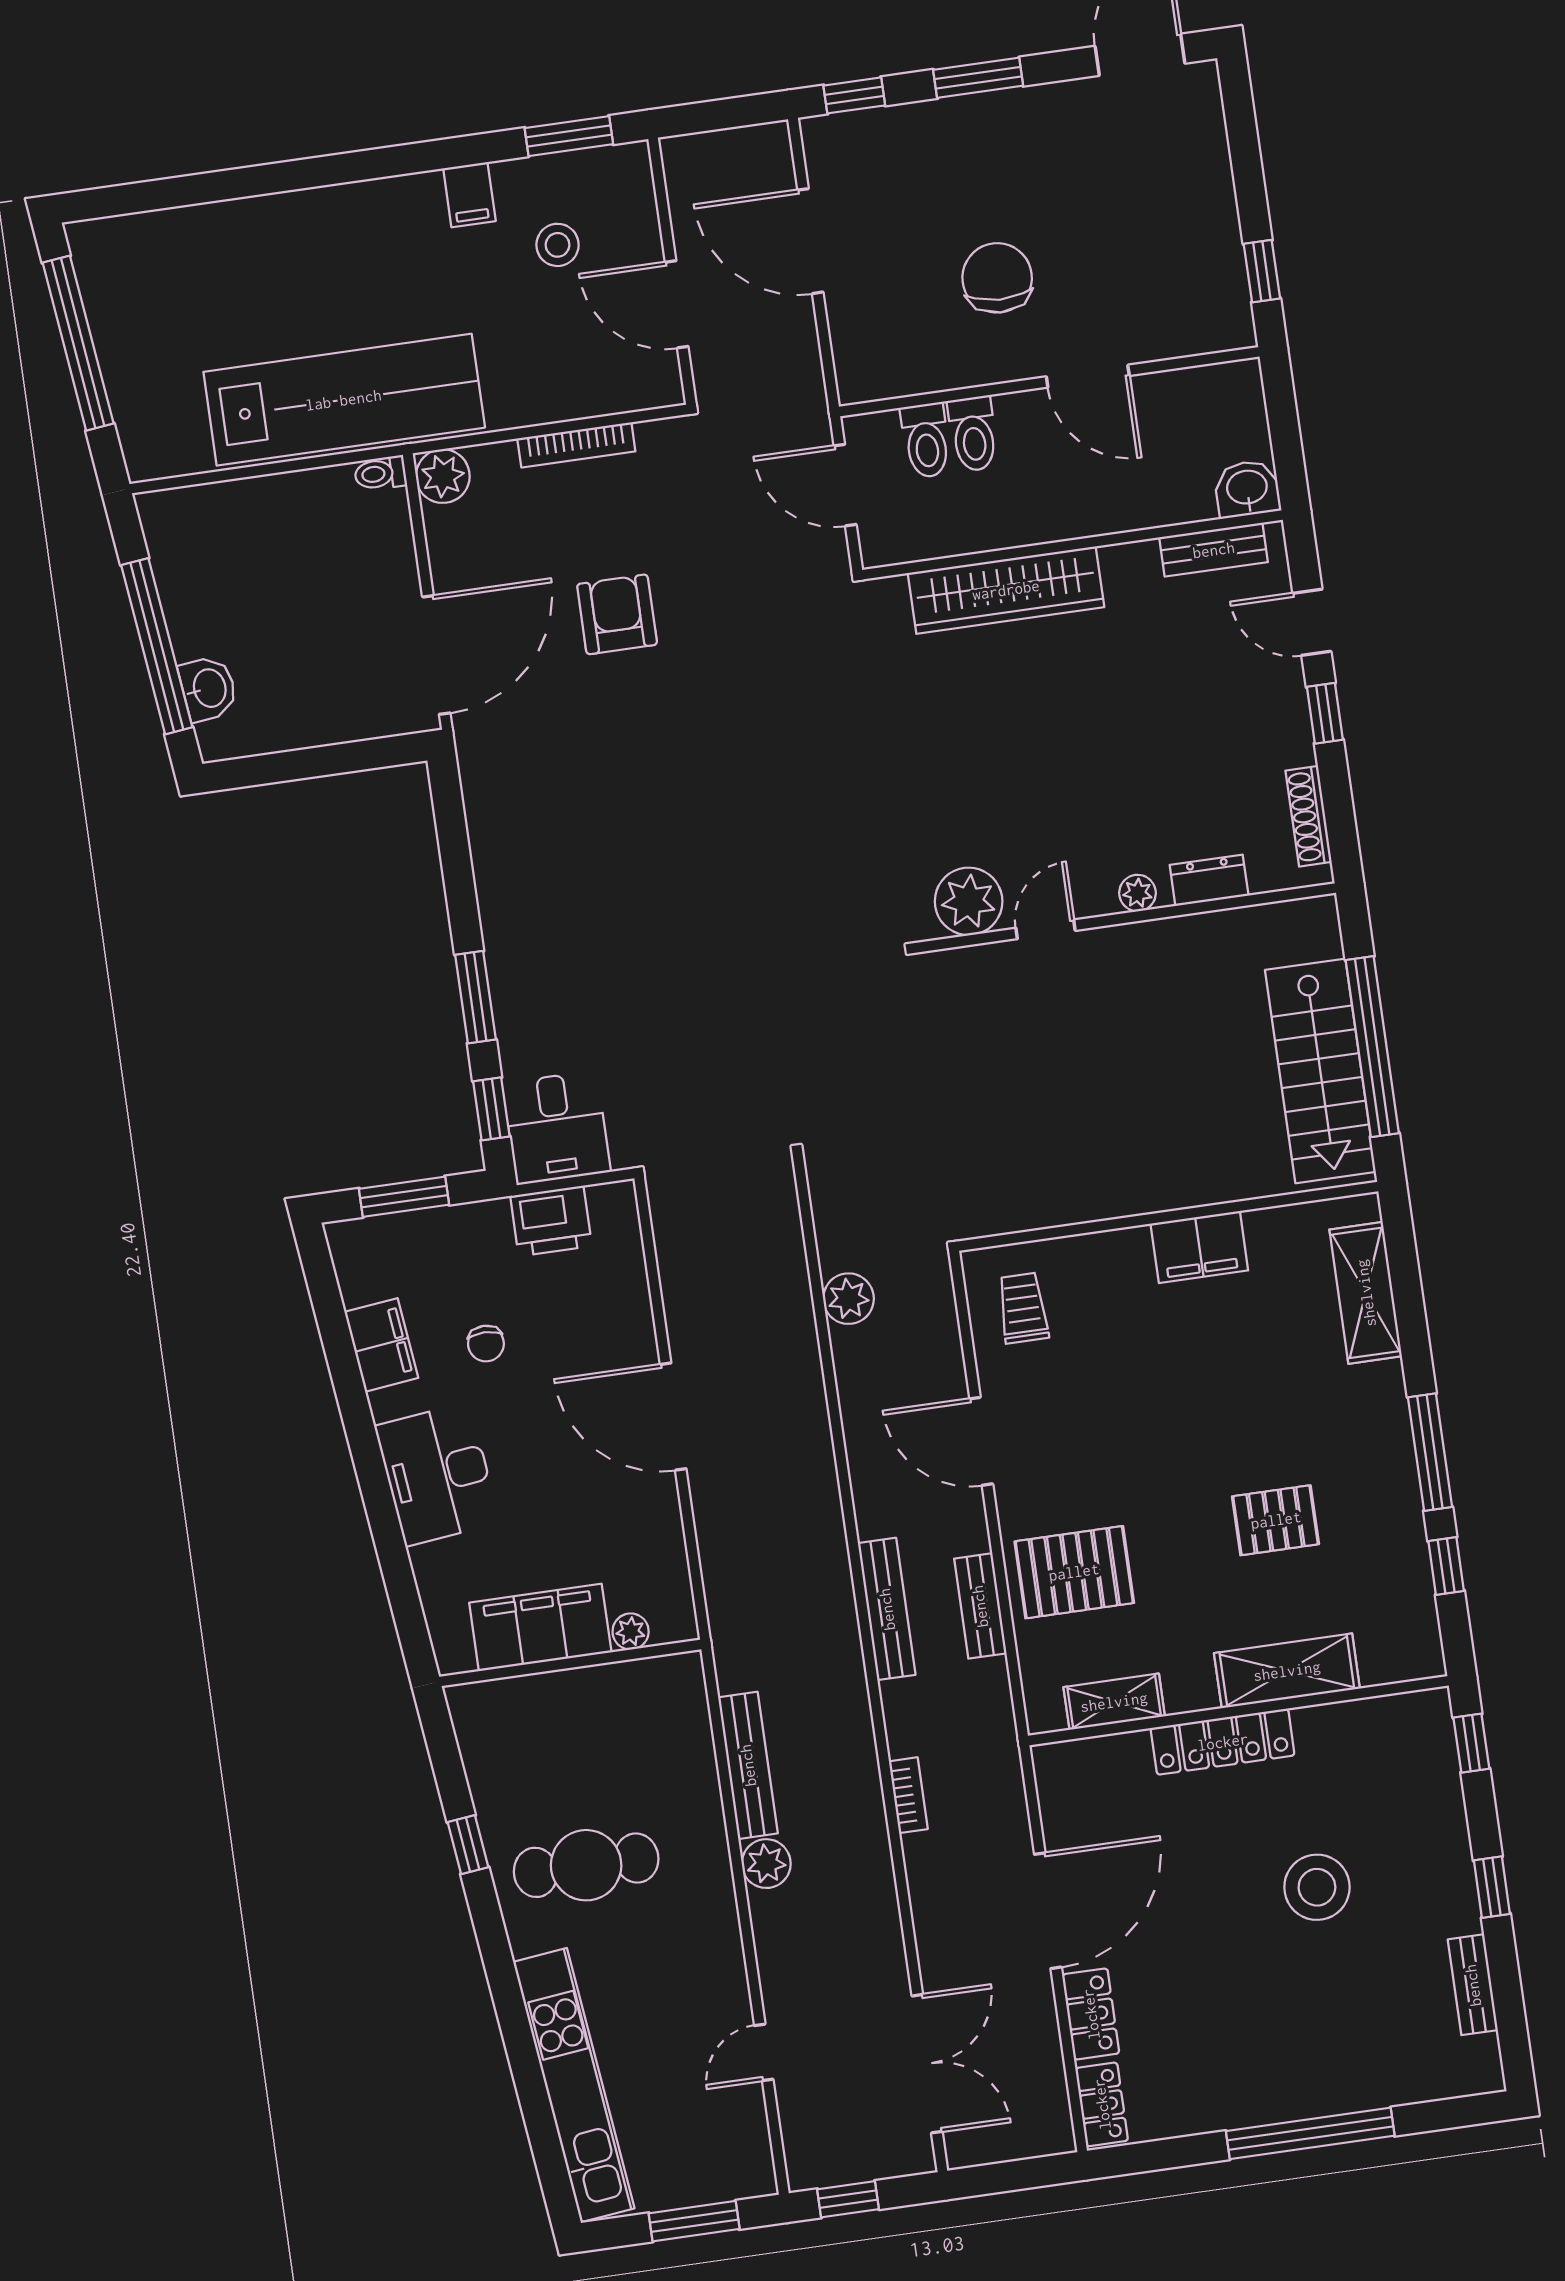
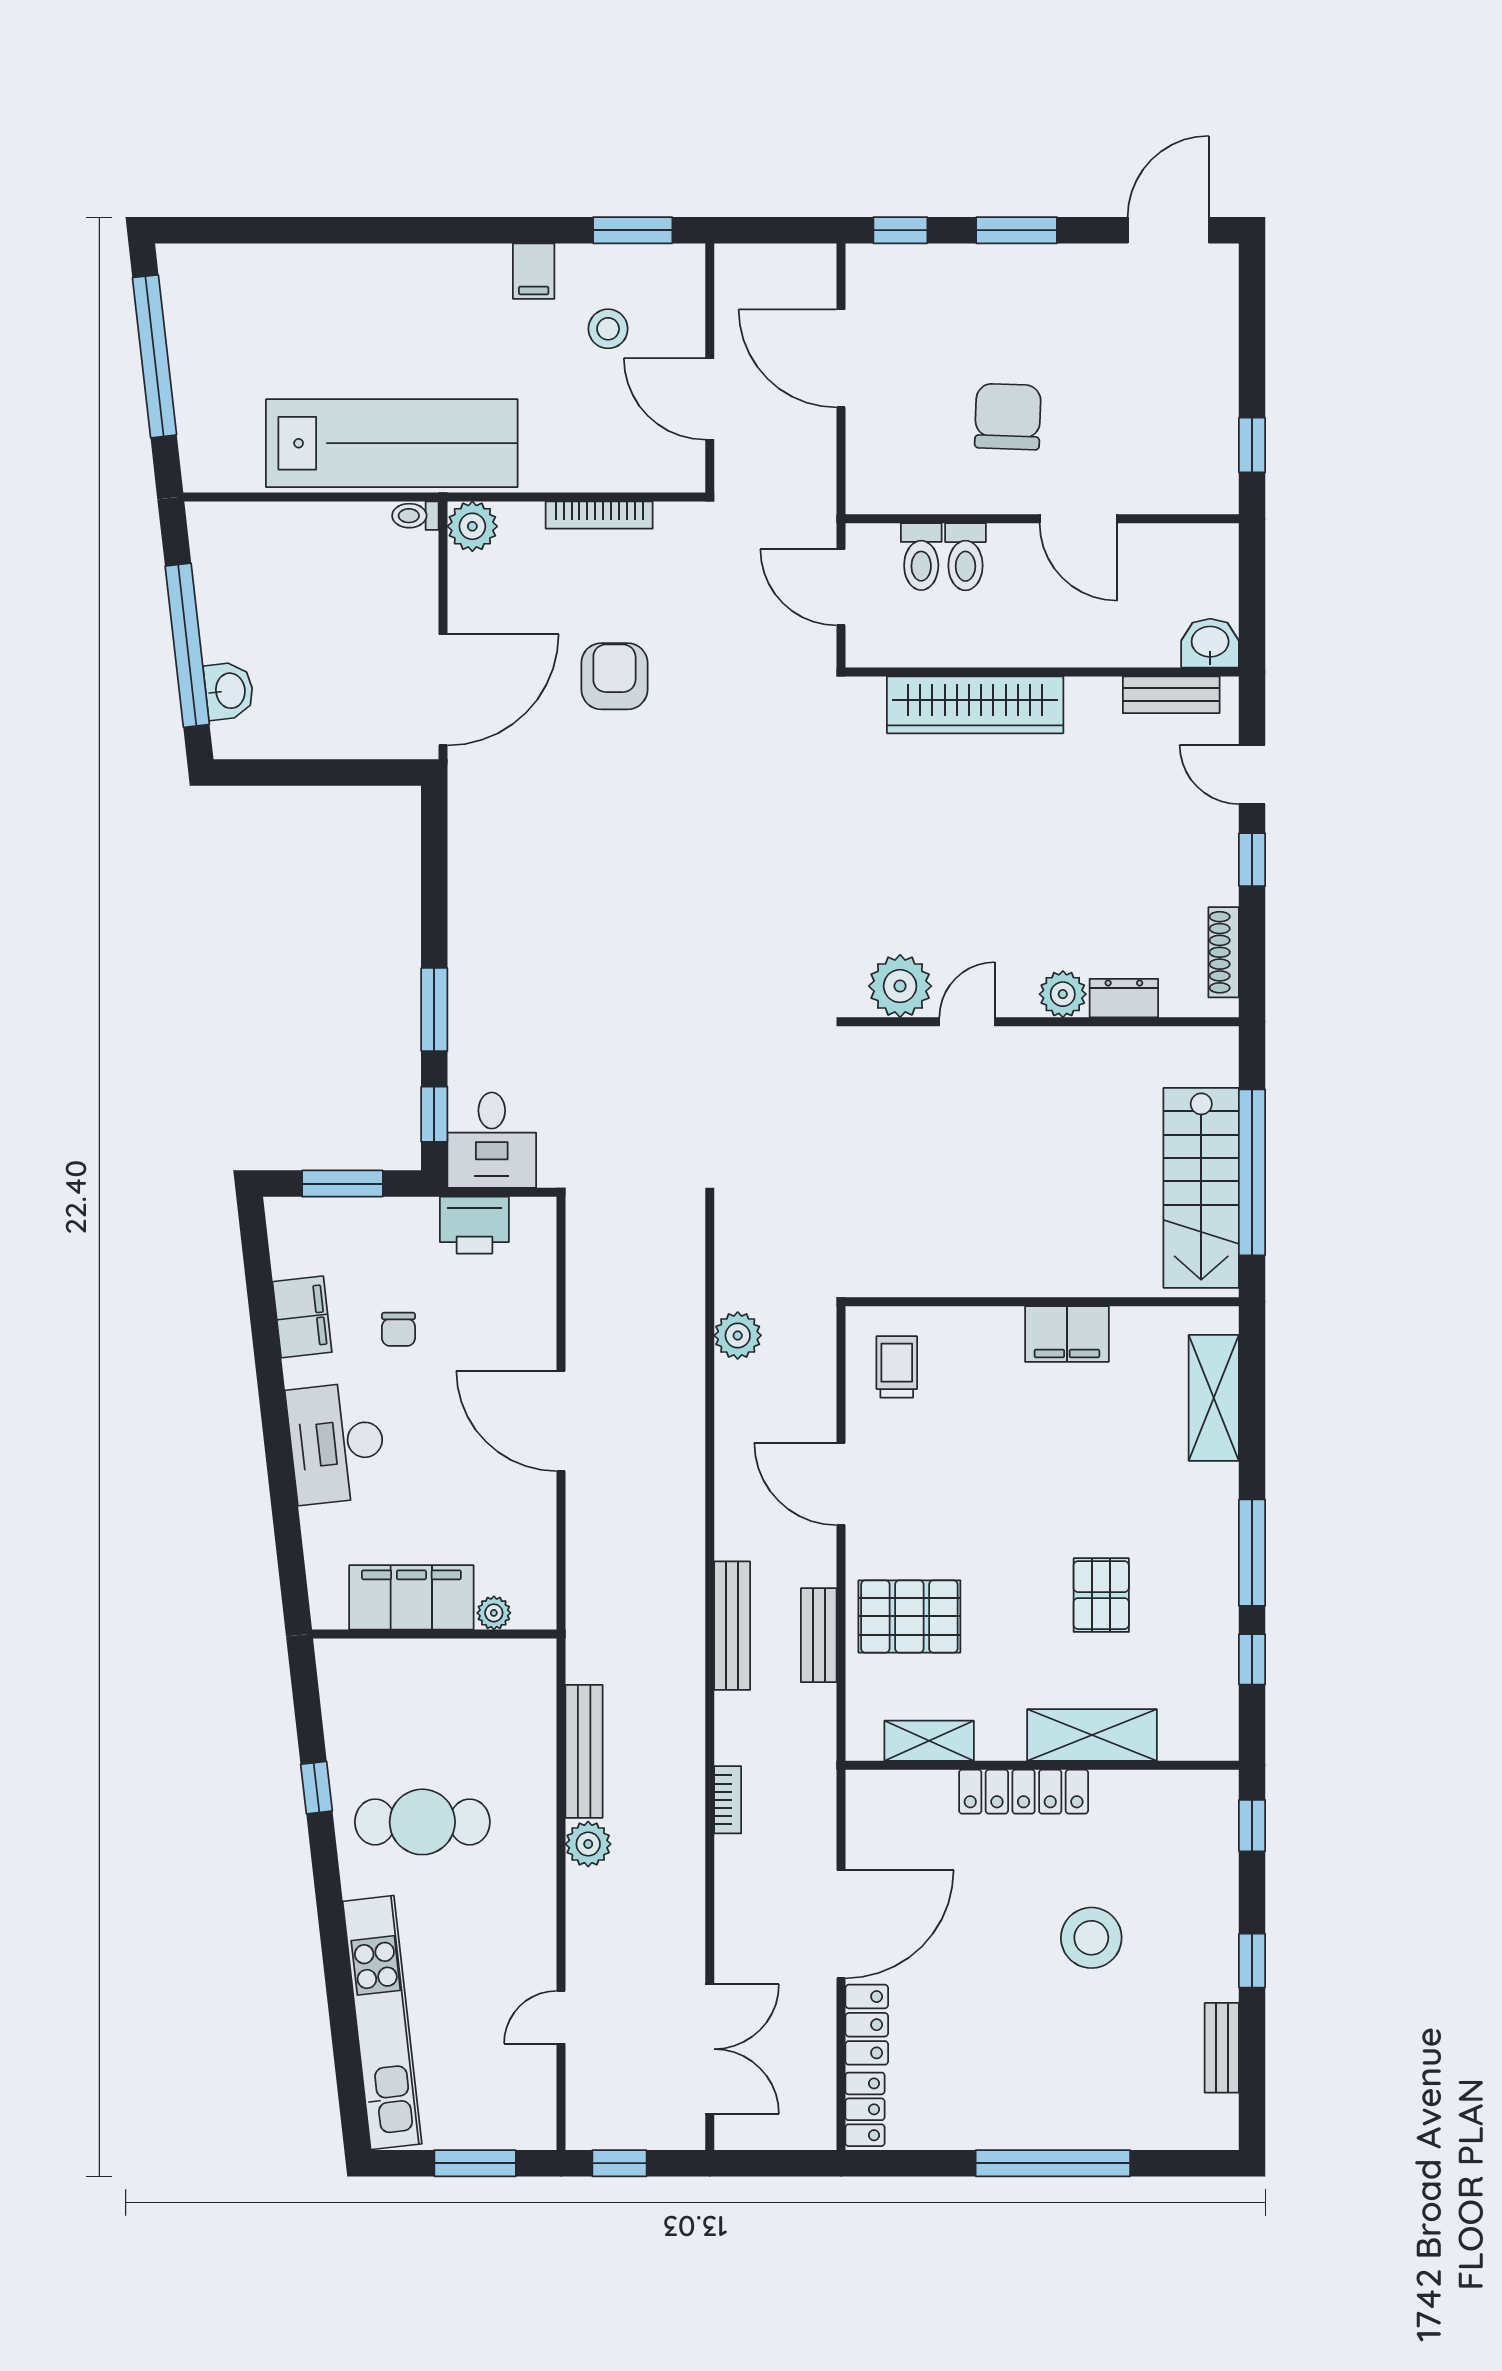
plant: (1138, 893) -> (1063, 994), width x1.38, depth x1.38
pallet: (1276, 1520) -> (1101, 1595), turned 90

